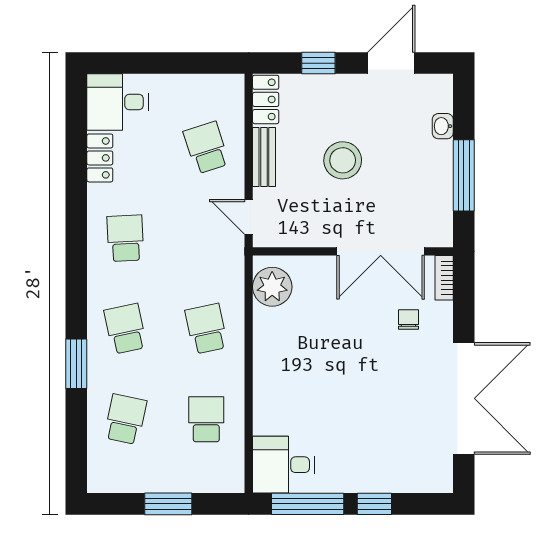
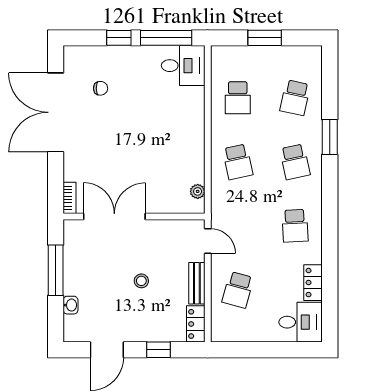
school desk: (206, 148) -> (238, 290), turned 33
stool: (343, 160) -> (141, 281), width x0.53, depth x0.53
plant: (272, 287) -> (198, 191), width x0.53, depth x0.53
chair: (408, 319) -> (101, 88), moved, turned -90

